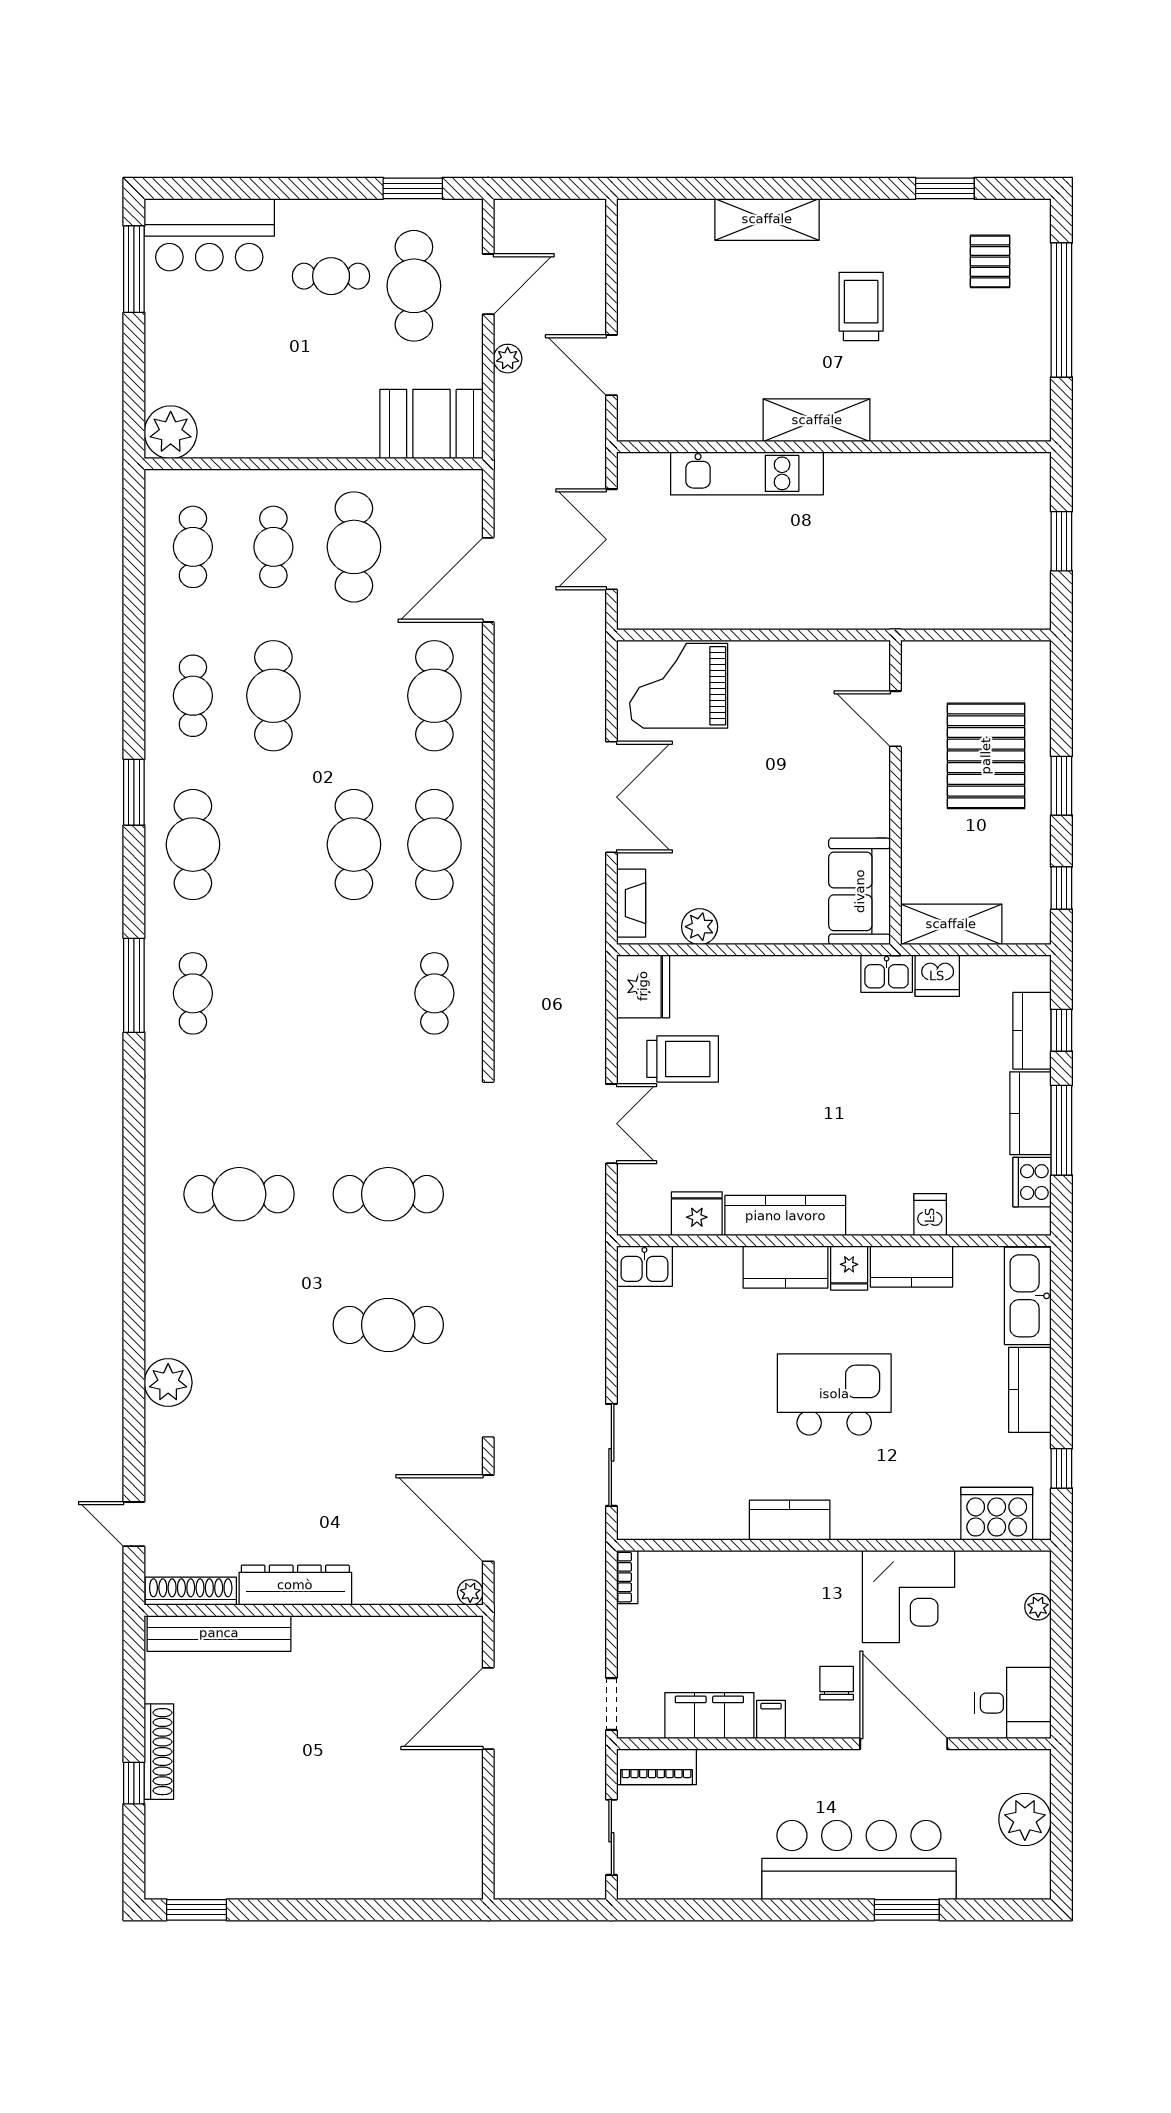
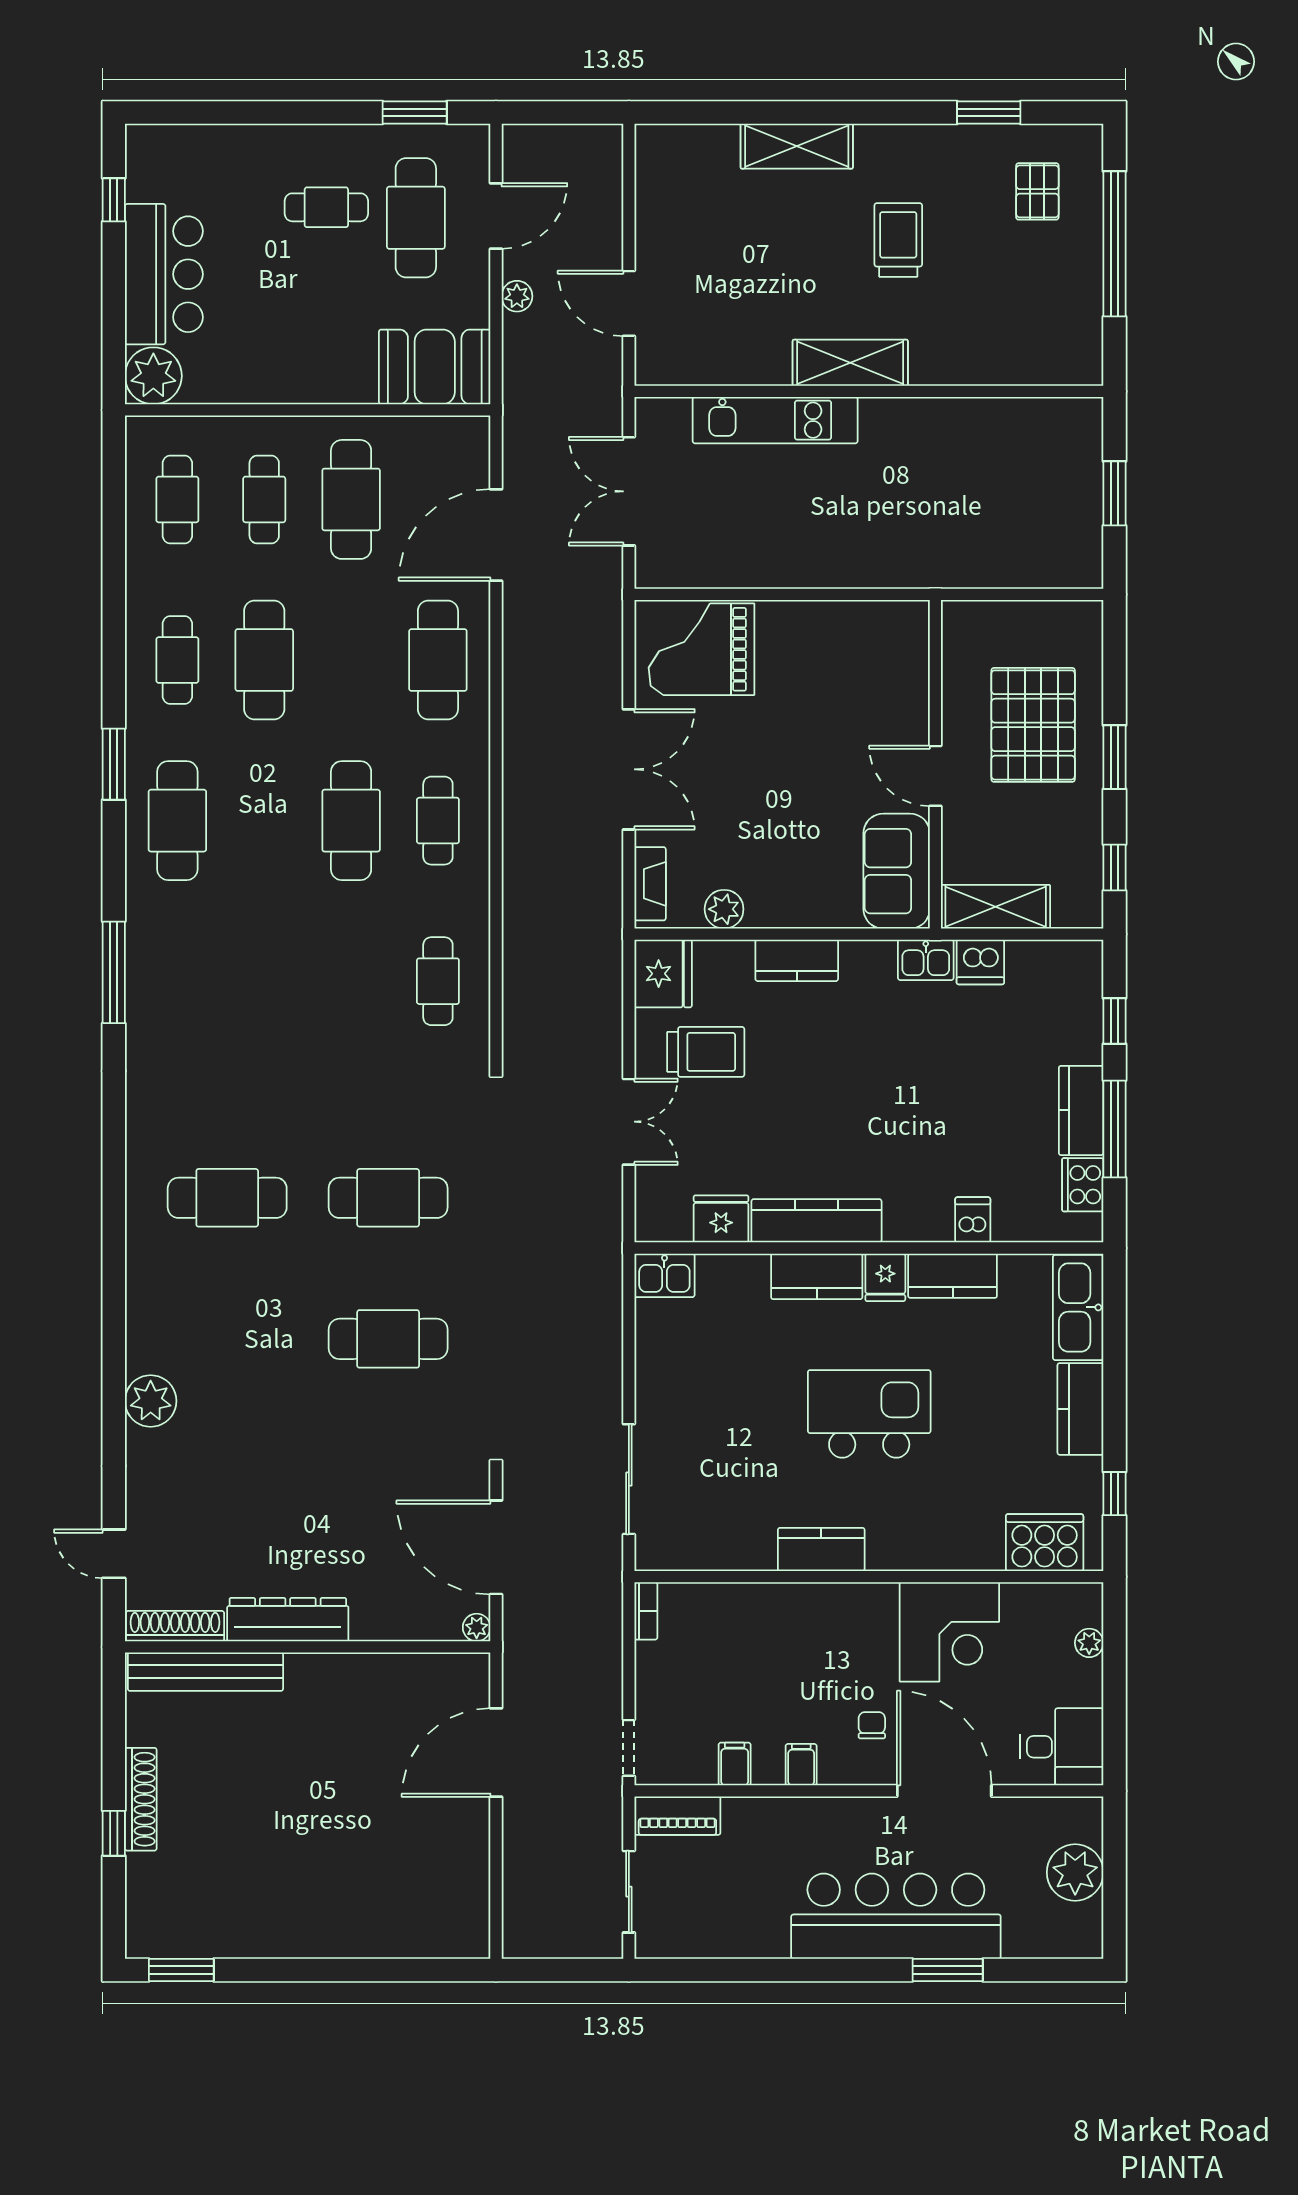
bar counter: (209, 235) -> (164, 274), moved, turned -90
window: (134, 269) -> (114, 200), width x0.46
door: (895, 719) -> (935, 776), moved
cafe table: (434, 845) -> (438, 821), width x0.73, depth x0.74
cafe table: (193, 993) -> (177, 981), removed
kitchen counter: (1032, 1031) -> (797, 960), moved, turned -90
chair: (837, 1683) -> (872, 1725), width x0.73, depth x0.73
filing cabinet: (709, 1716) -> (735, 1764), width x0.33, depth x0.86

